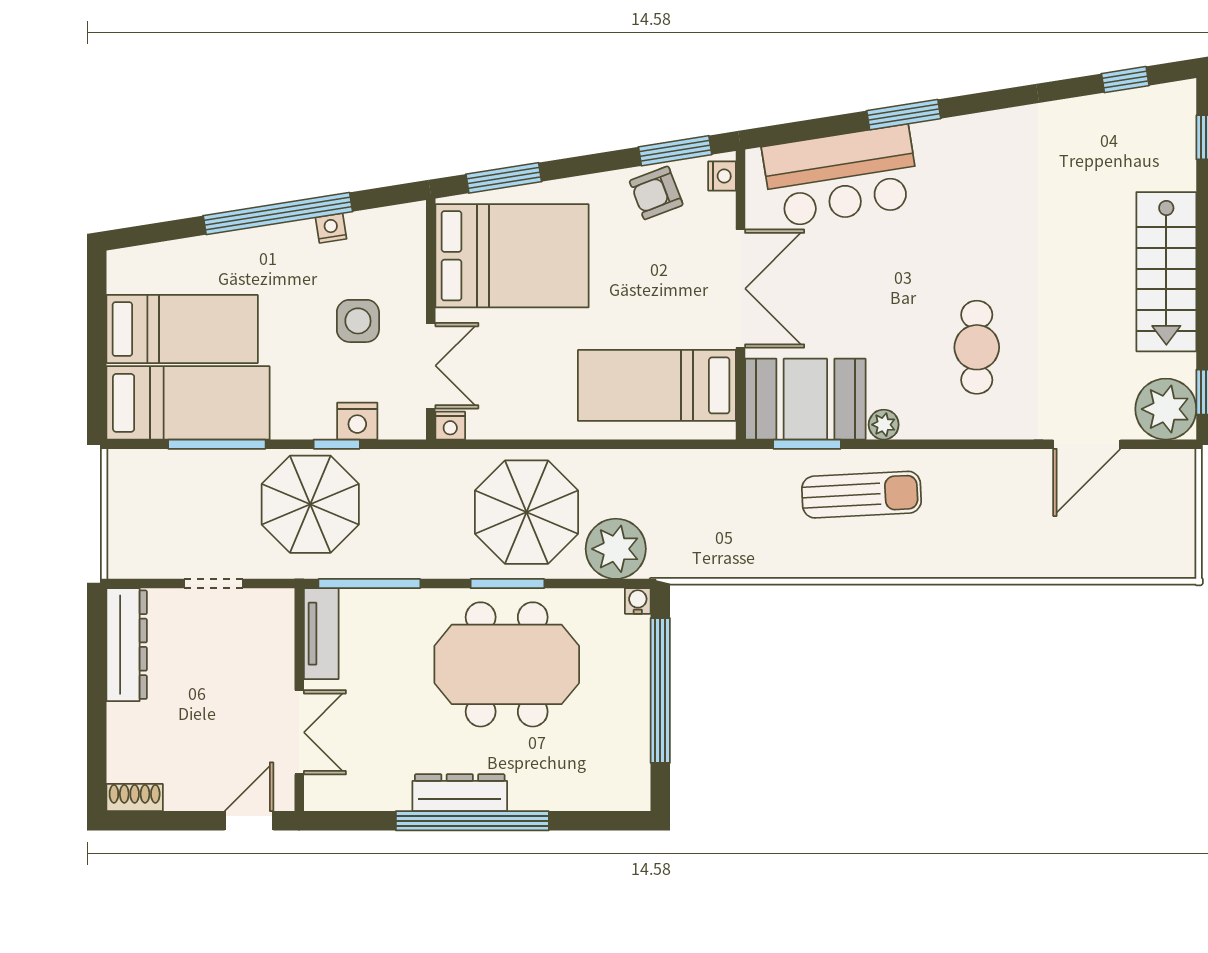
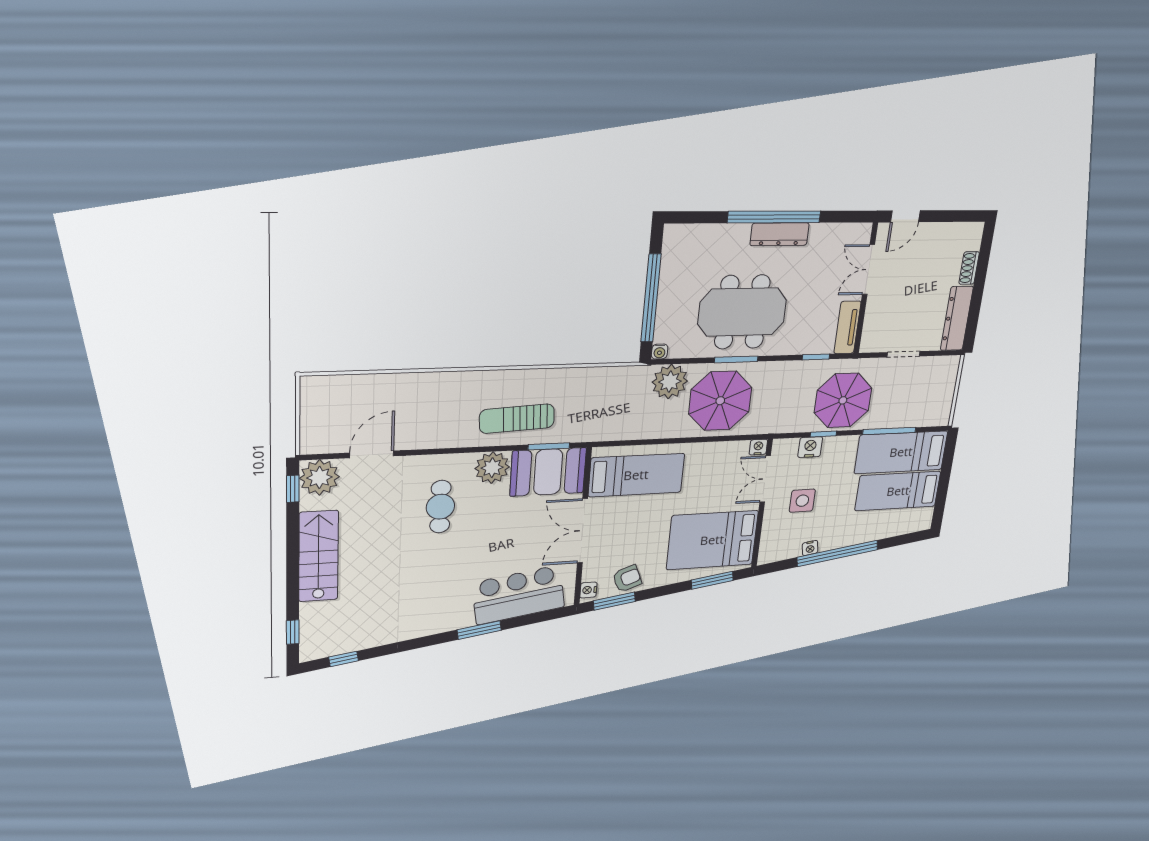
plant: (884, 425) -> (492, 468), width x1.88, depth x1.88
window: (369, 584) -> (816, 357), width x0.46
shoe rack: (135, 797) -> (969, 268), moved, turned 90

